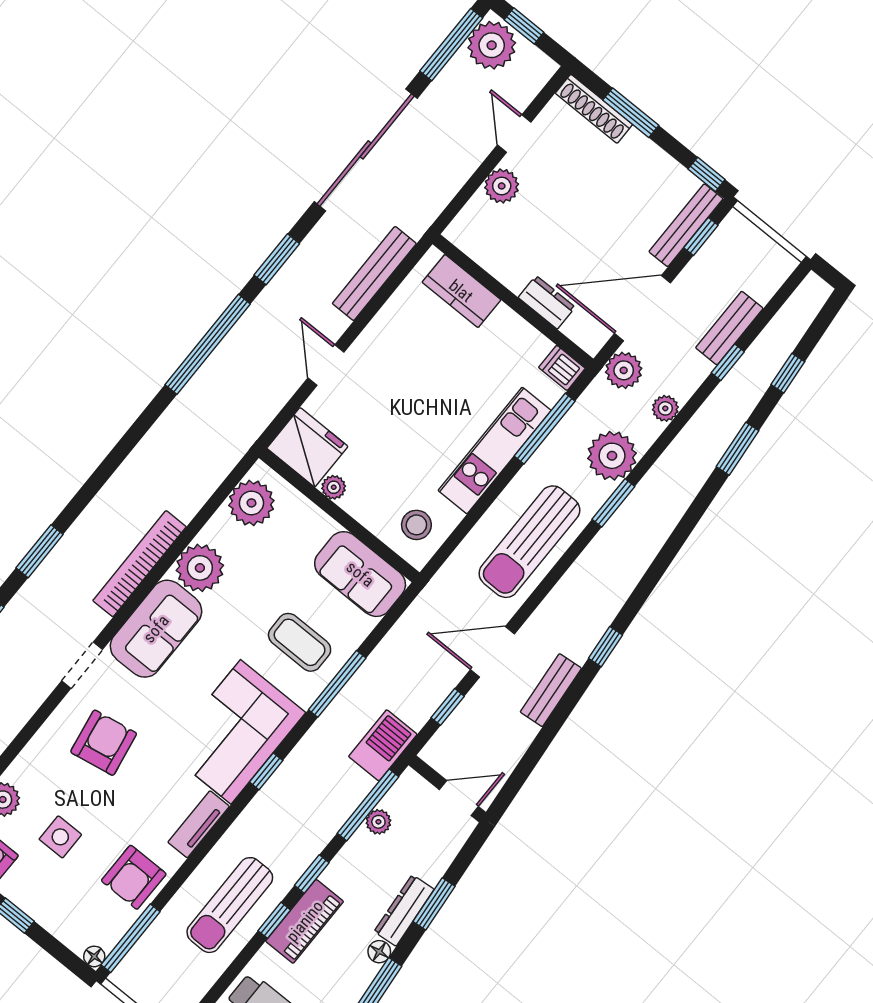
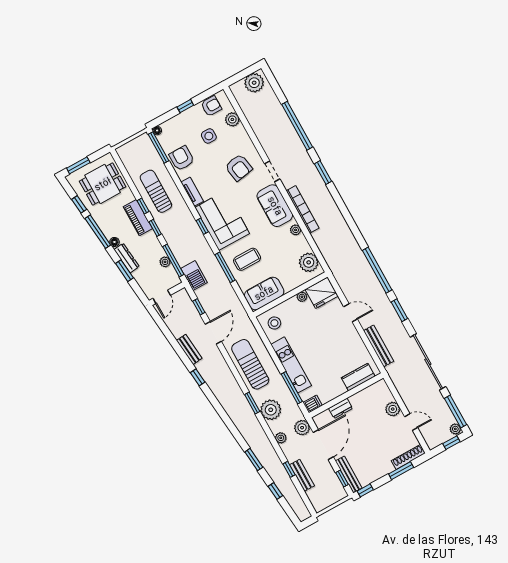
plant: (492, 45) -> (455, 429), width x0.53, depth x0.53
plant: (200, 568) -> (296, 230), width x0.53, depth x0.53

